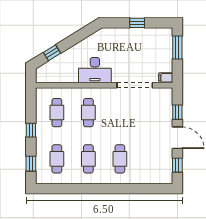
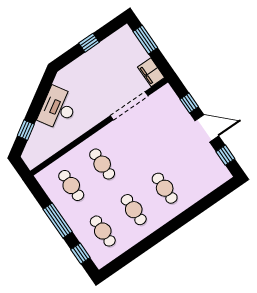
desk: (95, 70) -> (58, 108), moved, turned 148
filing cabinet: (166, 78) -> (151, 72), width x2.00
window: (31, 130) -> (58, 221), width x2.17

